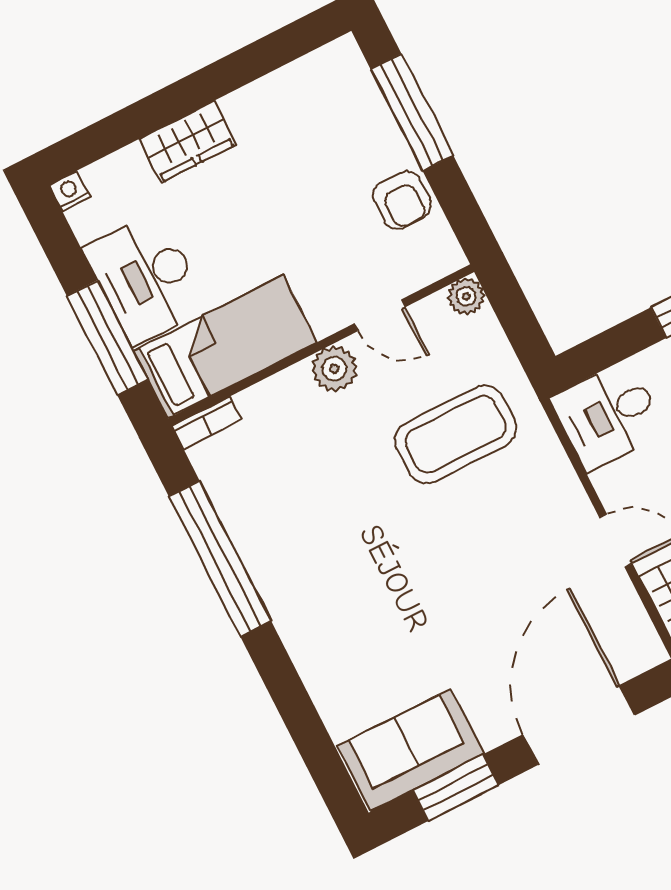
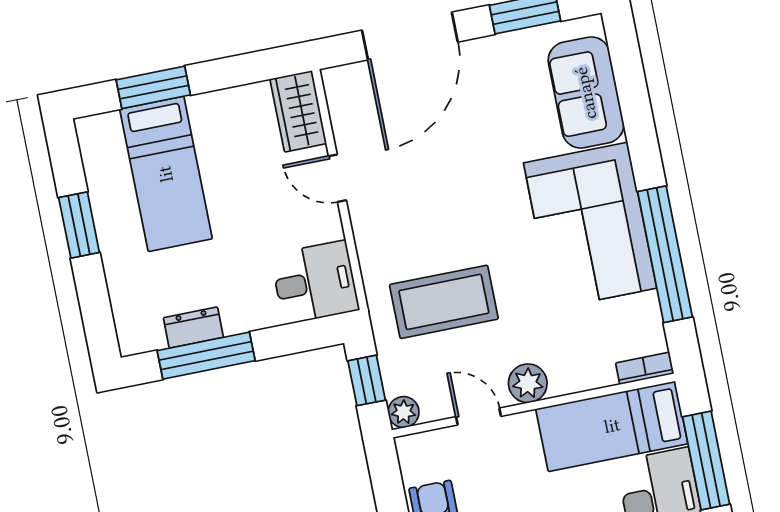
window: (518, 320) -> (367, 380), added
corner sofa: (314, 567) -> (590, 226), added
sofa: (411, 750) -> (586, 93), moved, turned 90

